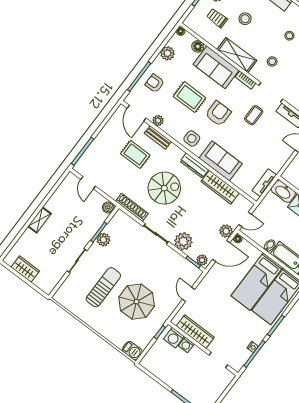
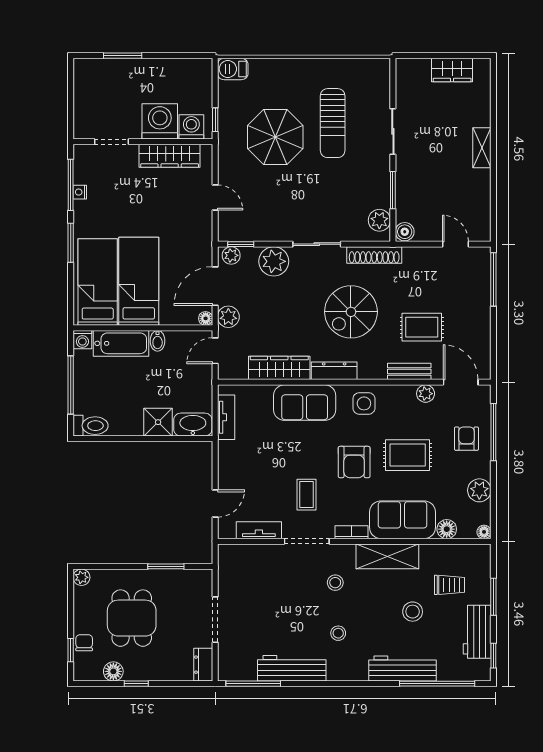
armchair: (155, 83) -> (466, 439), turned -89
plant: (103, 240) -> (379, 220), moved
washing machine: (186, 345) -> (160, 121), width x1.89, depth x1.89

